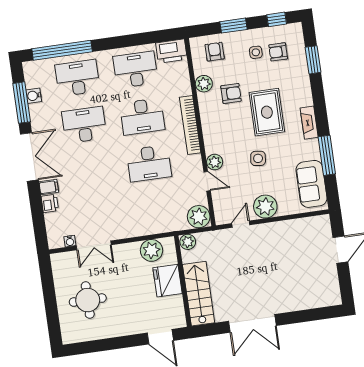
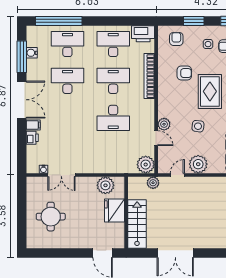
plant: (204, 84) -> (164, 62), removed
desk: (142, 116) -> (113, 81), turned 180
bookcase: (190, 125) -> (149, 76), moved
plant: (188, 242) -> (153, 183), moved

